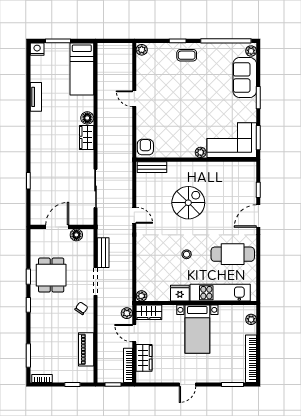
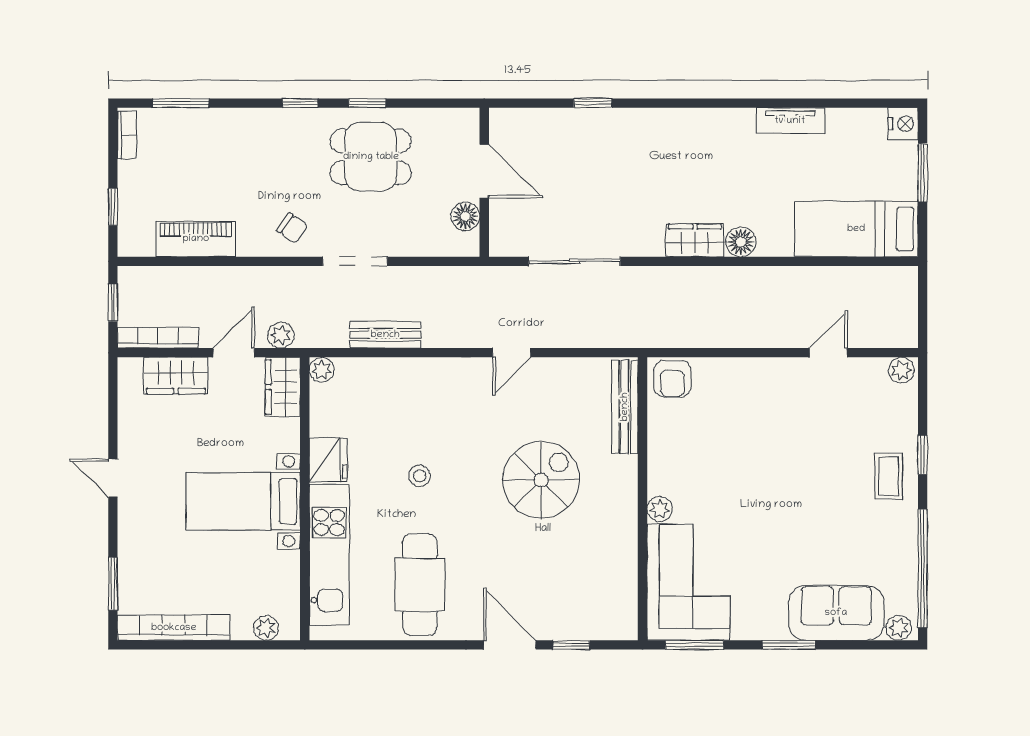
door: (134, 99) -> (828, 353), moved
armchair: (145, 147) -> (672, 379), turned 90
bench: (152, 167) -> (625, 407), width x1.36
spiral stairs: (188, 203) -> (541, 480), turned -90
bench: (103, 253) -> (385, 335), moved

